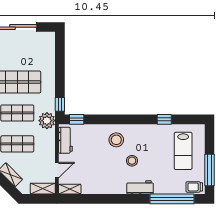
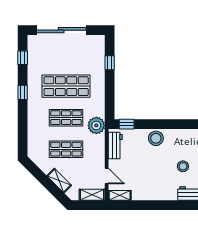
window: (60, 104) -> (110, 63), moved
stool: (116, 140) -> (156, 138), moved
door: (57, 170) -> (107, 176), hinge flipped

